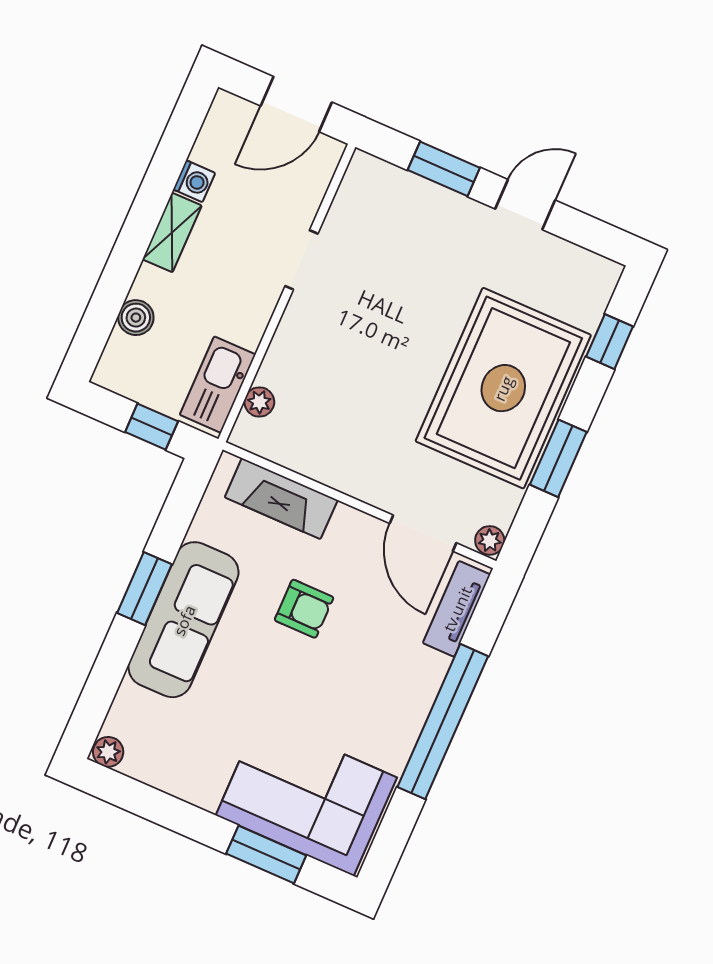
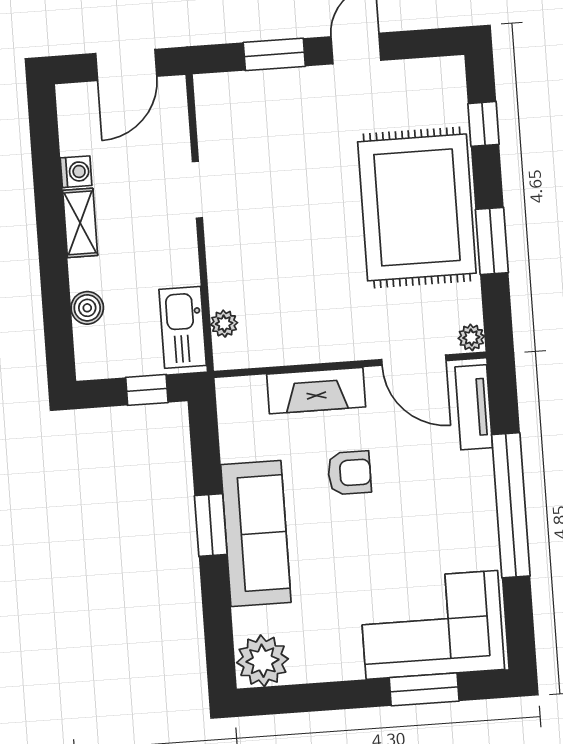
fireplace: (281, 499) -> (316, 391), moved
plant: (108, 752) -> (262, 661), width x1.88, depth x1.88

